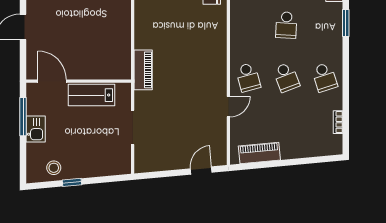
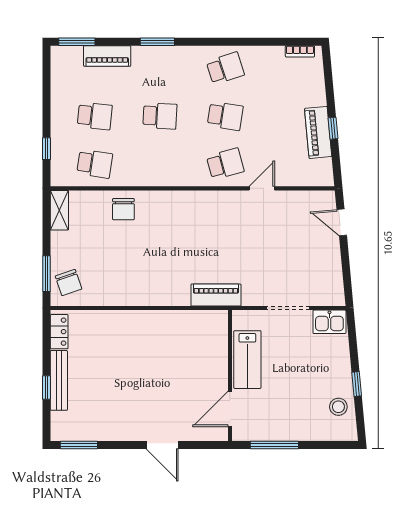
school desk: (286, 77) -> (225, 116), turned 30
door: (228, 107) -> (262, 188), hinge flipped
bookcase: (338, 122) -> (300, 51), moved
kitchen sink: (36, 129) -> (329, 322), moved, turned 180
piano: (259, 153) -> (318, 132), moved
window: (276, 164) -> (333, 128), added

